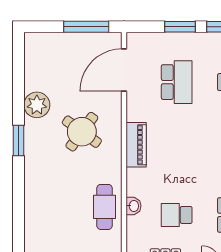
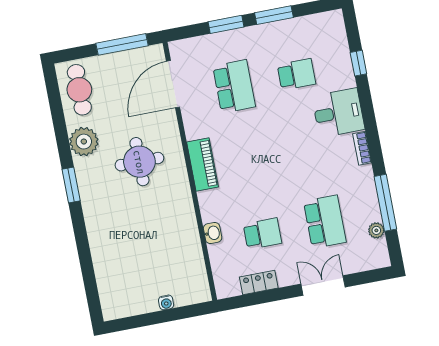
round table: (82, 132) -> (139, 162), turned -36
cafe table: (104, 207) -> (79, 90), moved
school desk: (177, 215) -> (262, 234), turned 180

